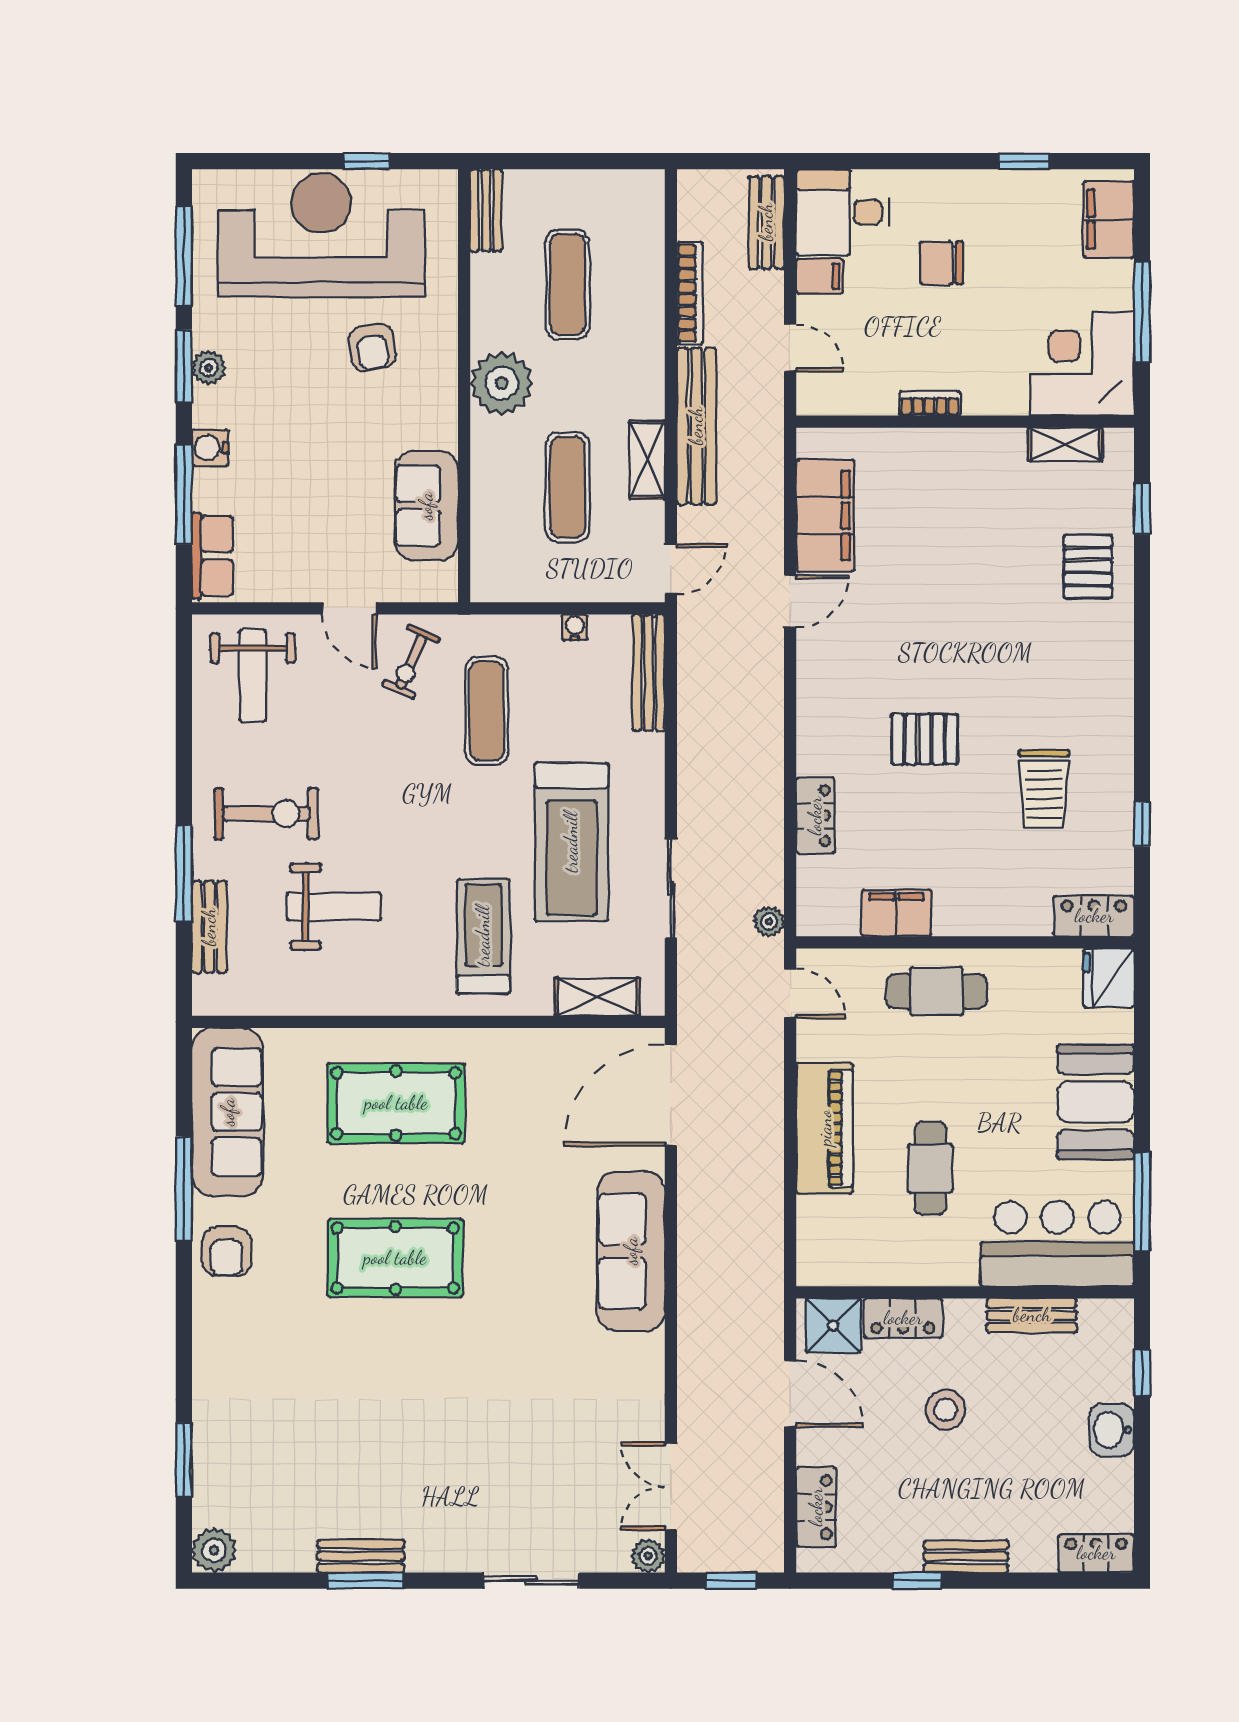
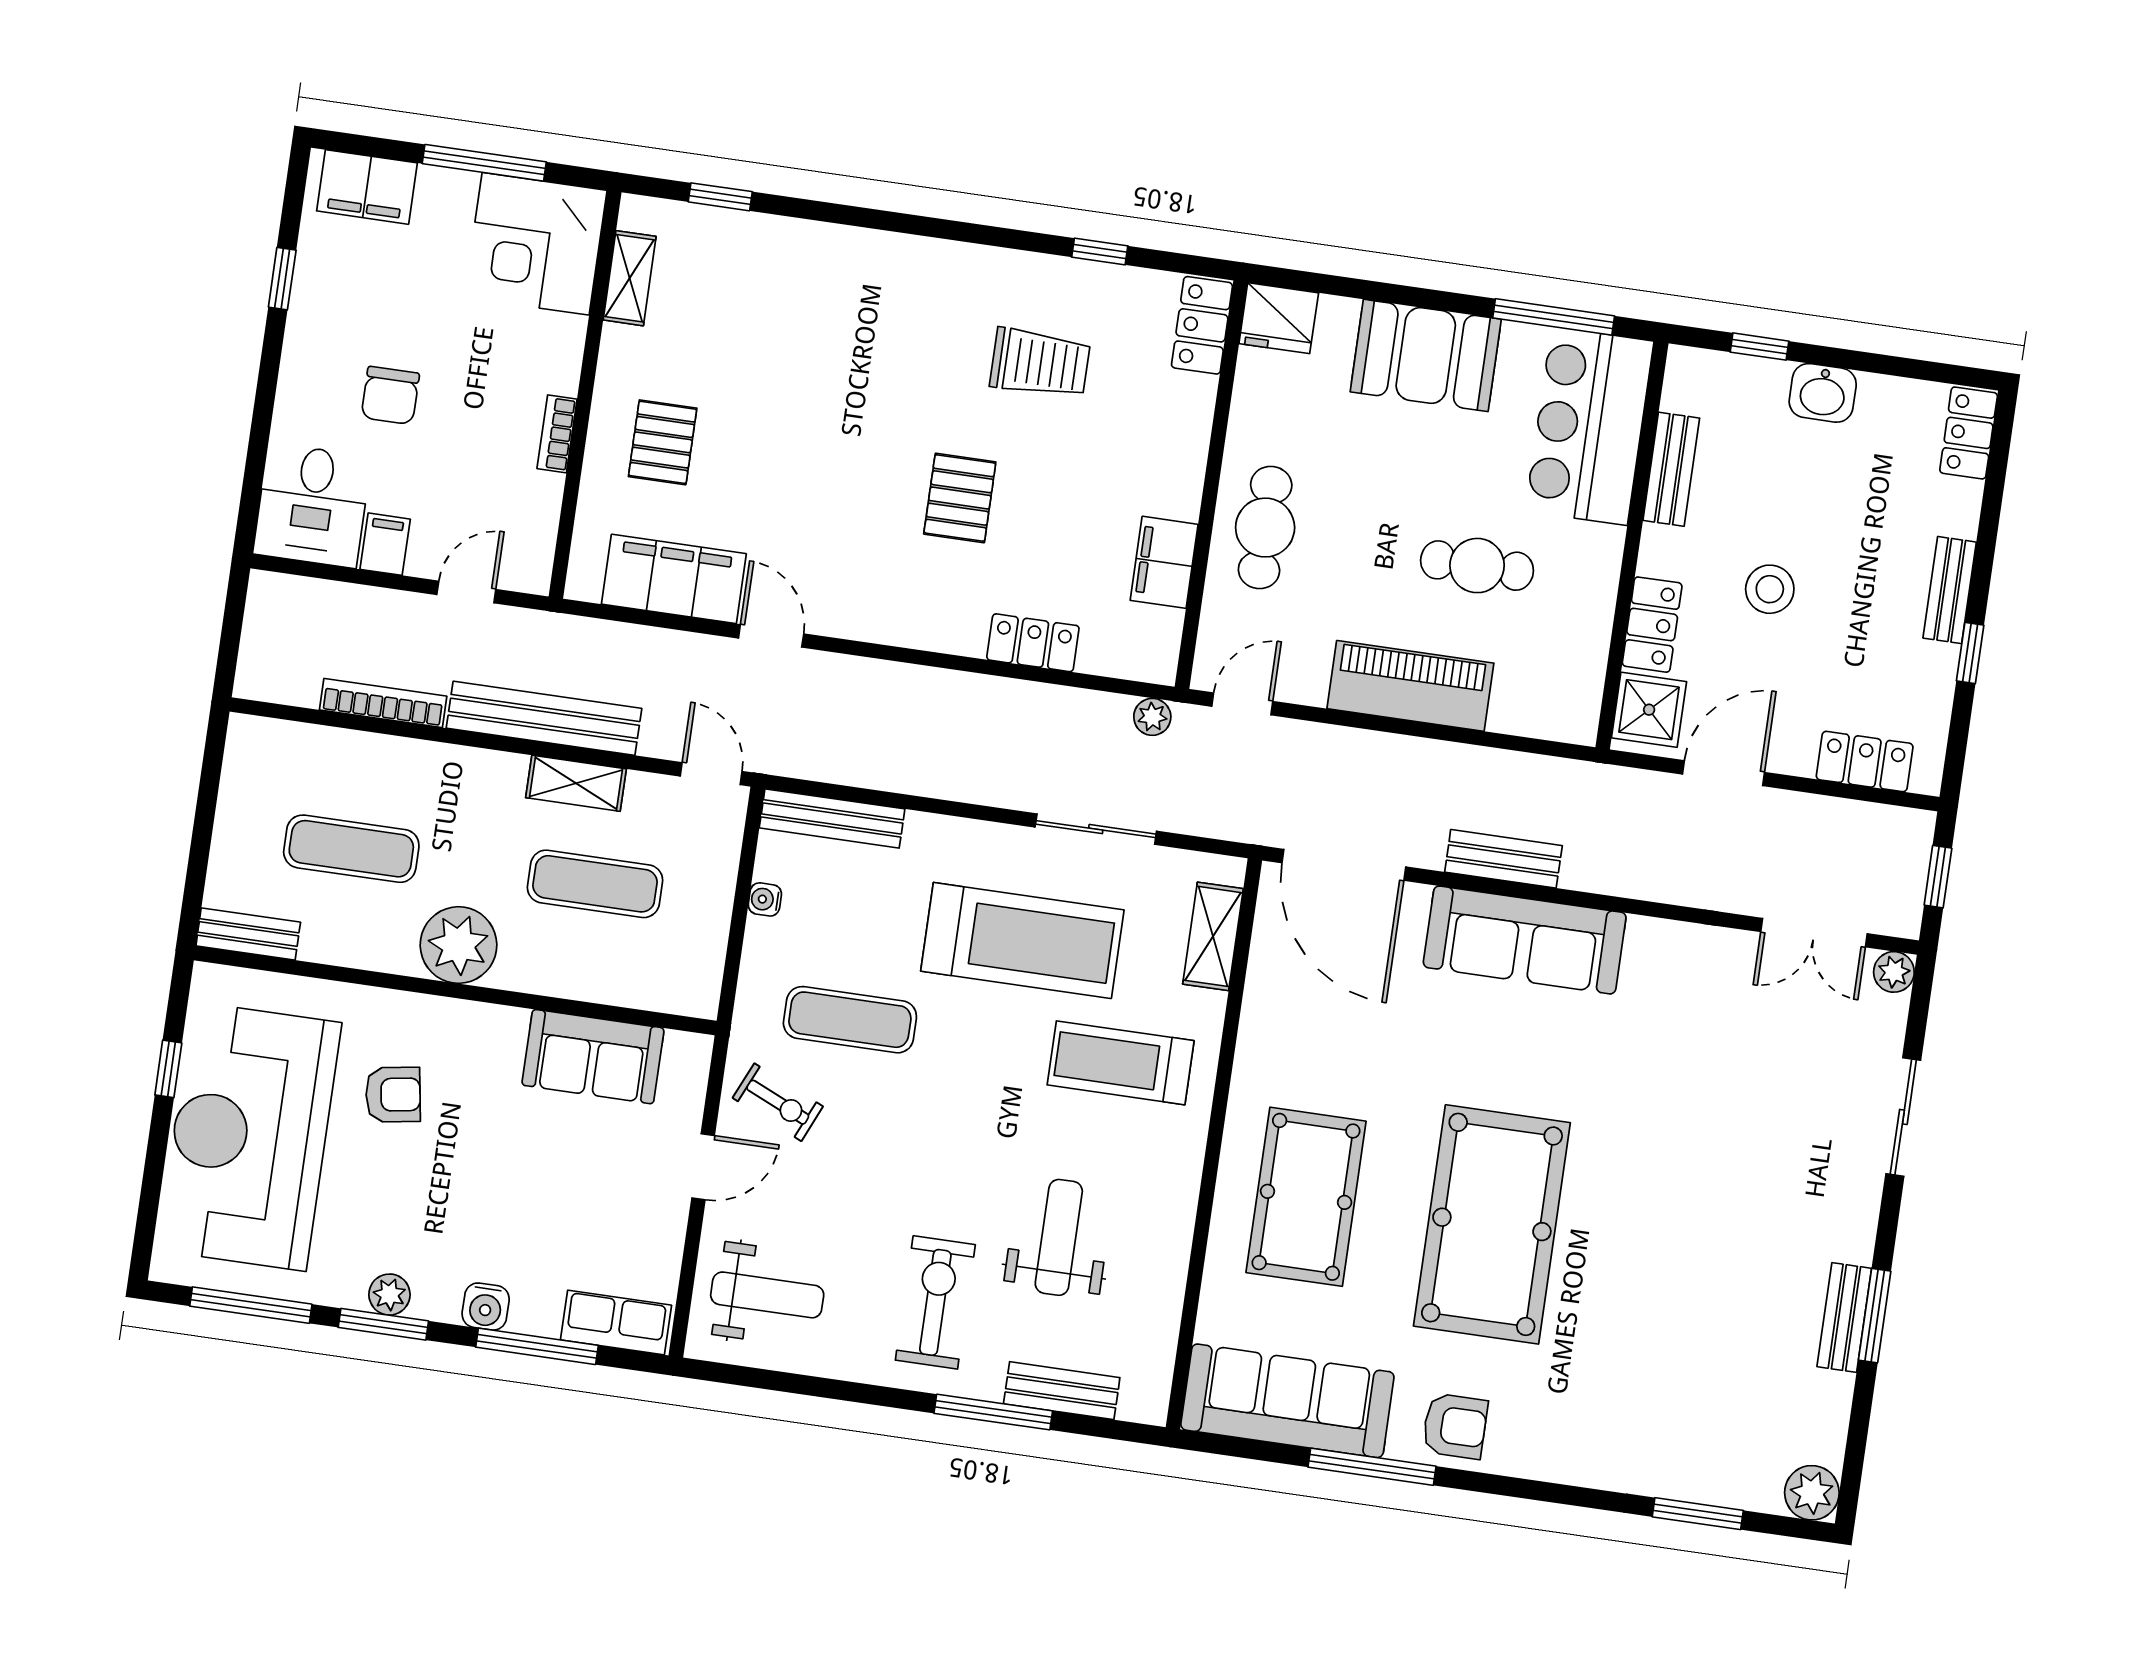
bench: (766, 222) -> (1503, 859), moved
pallet: (1088, 567) -> (663, 442), moved, turned 90
pool table: (395, 1258) -> (1492, 1224), width x1.36, depth x1.32

